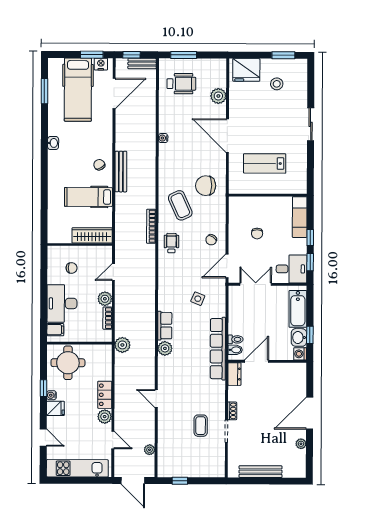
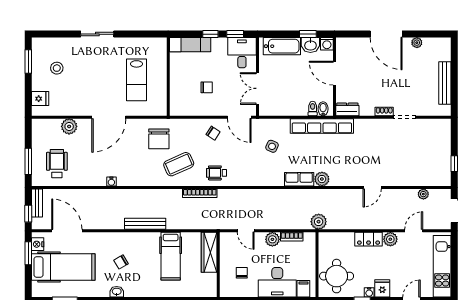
fridge: (246, 70) -> (40, 99), width x0.53, depth x0.75
chair: (99, 165) -> (121, 262), moved
door: (257, 361) -> (335, 73), moved
coffee table: (201, 426) -> (399, 143), removed

